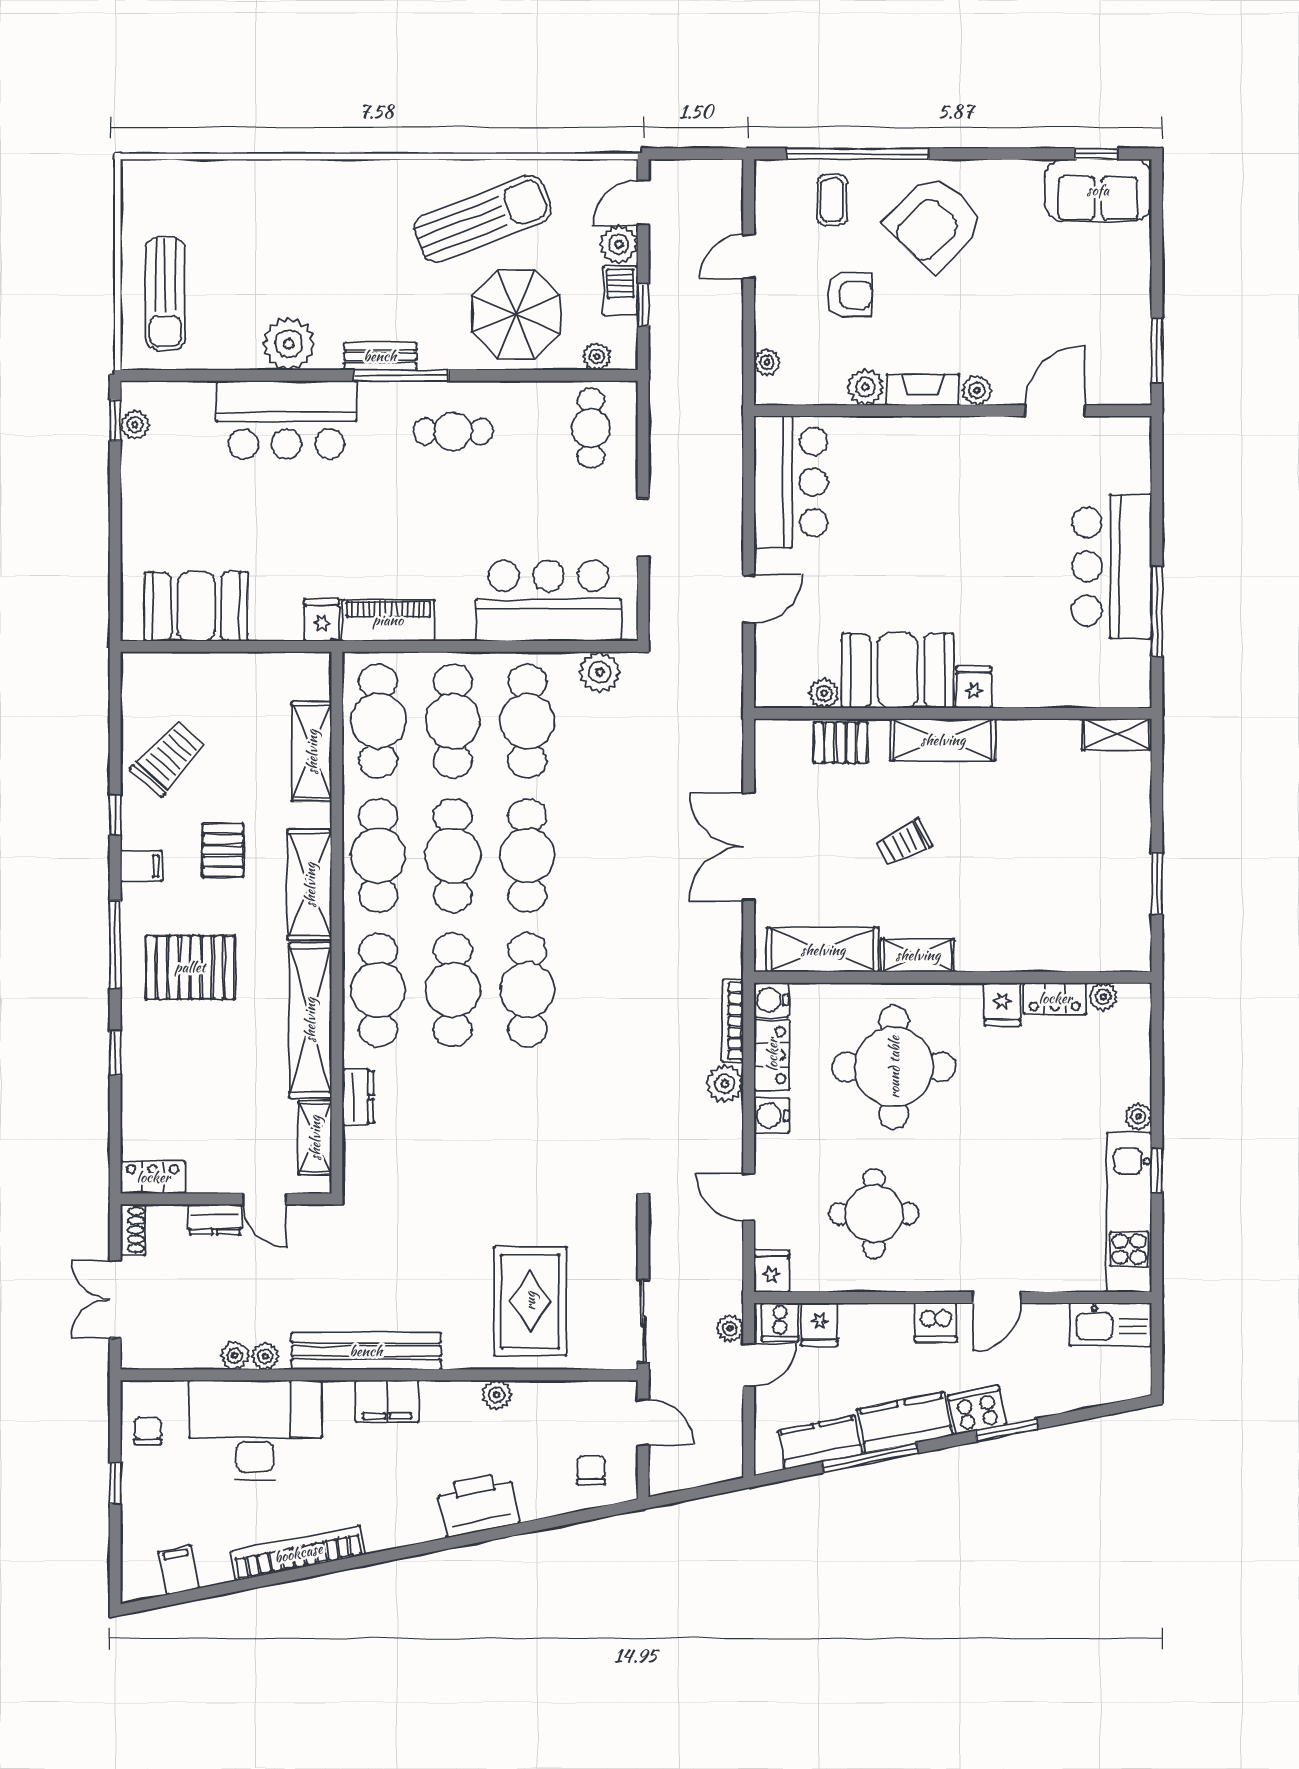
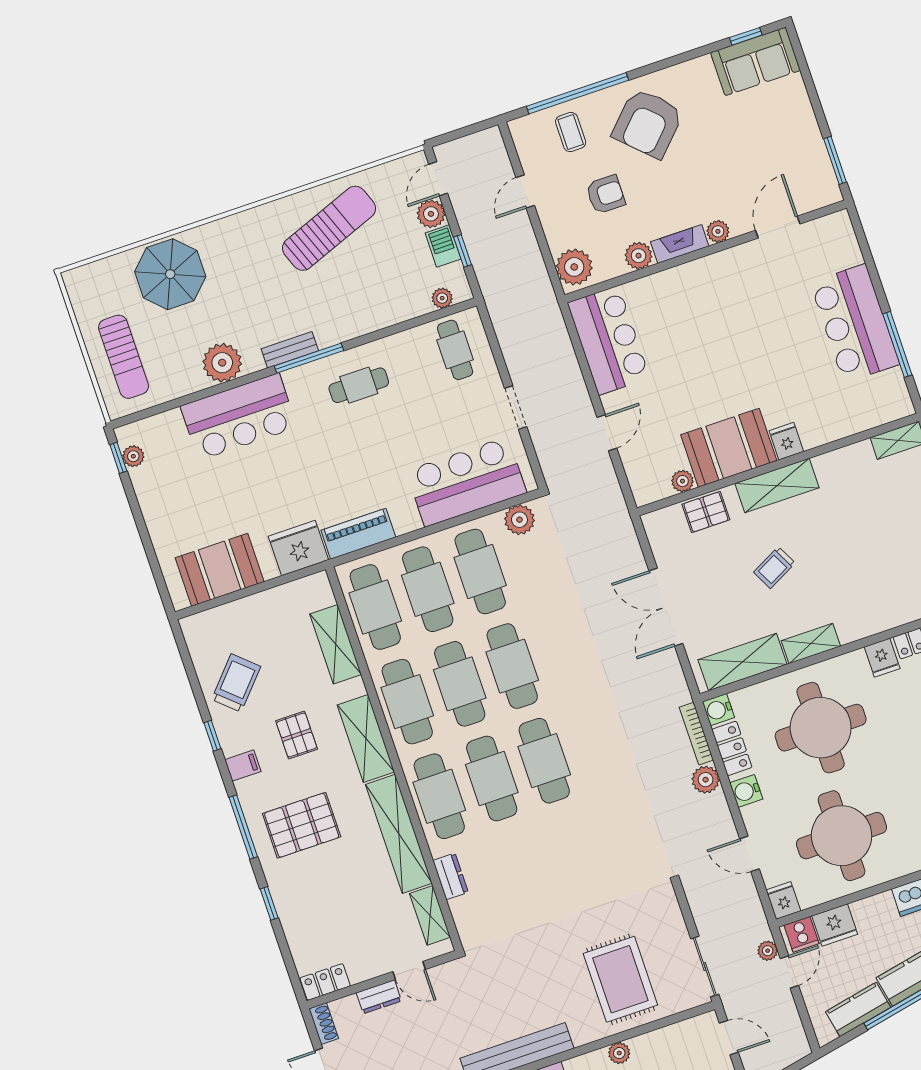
parasol: (516, 314) -> (170, 274), moved
plant: (767, 362) -> (574, 267), width x1.88, depth x1.88
fridge: (321, 620) -> (298, 548), width x1.88, depth x1.34
round table: (874, 1214) -> (842, 836), width x1.36, depth x1.36
fridge: (820, 1325) -> (835, 925), width x1.38

